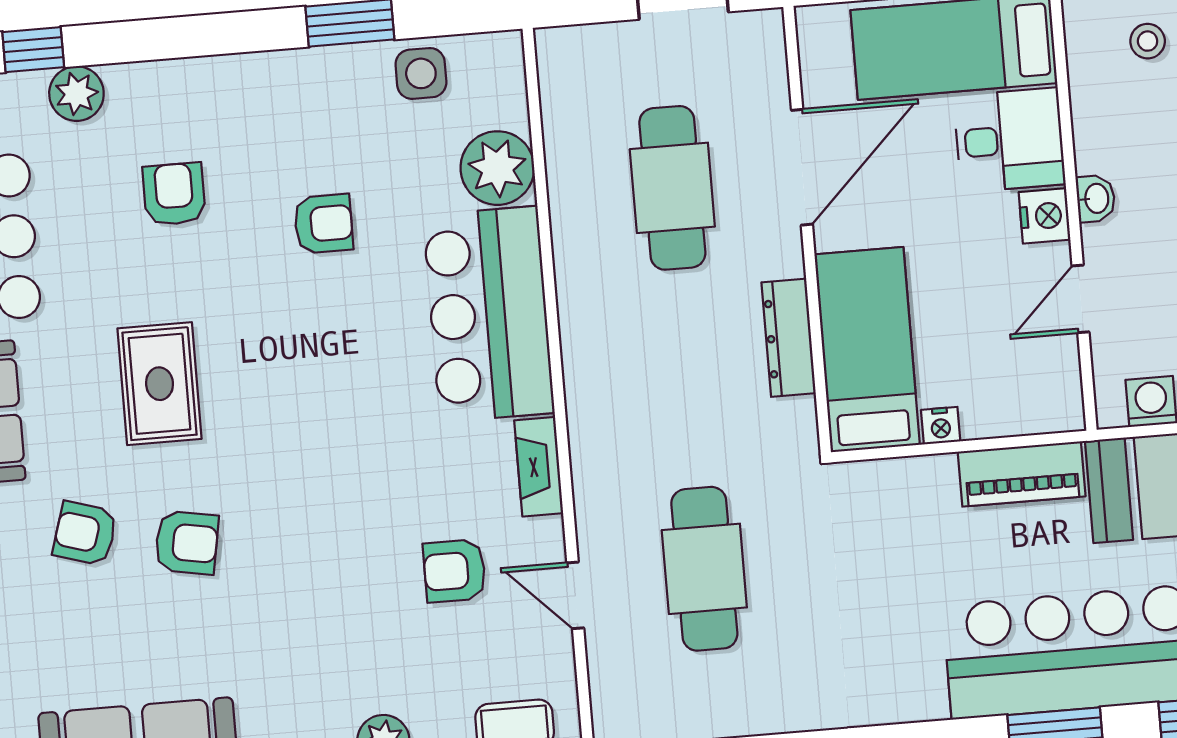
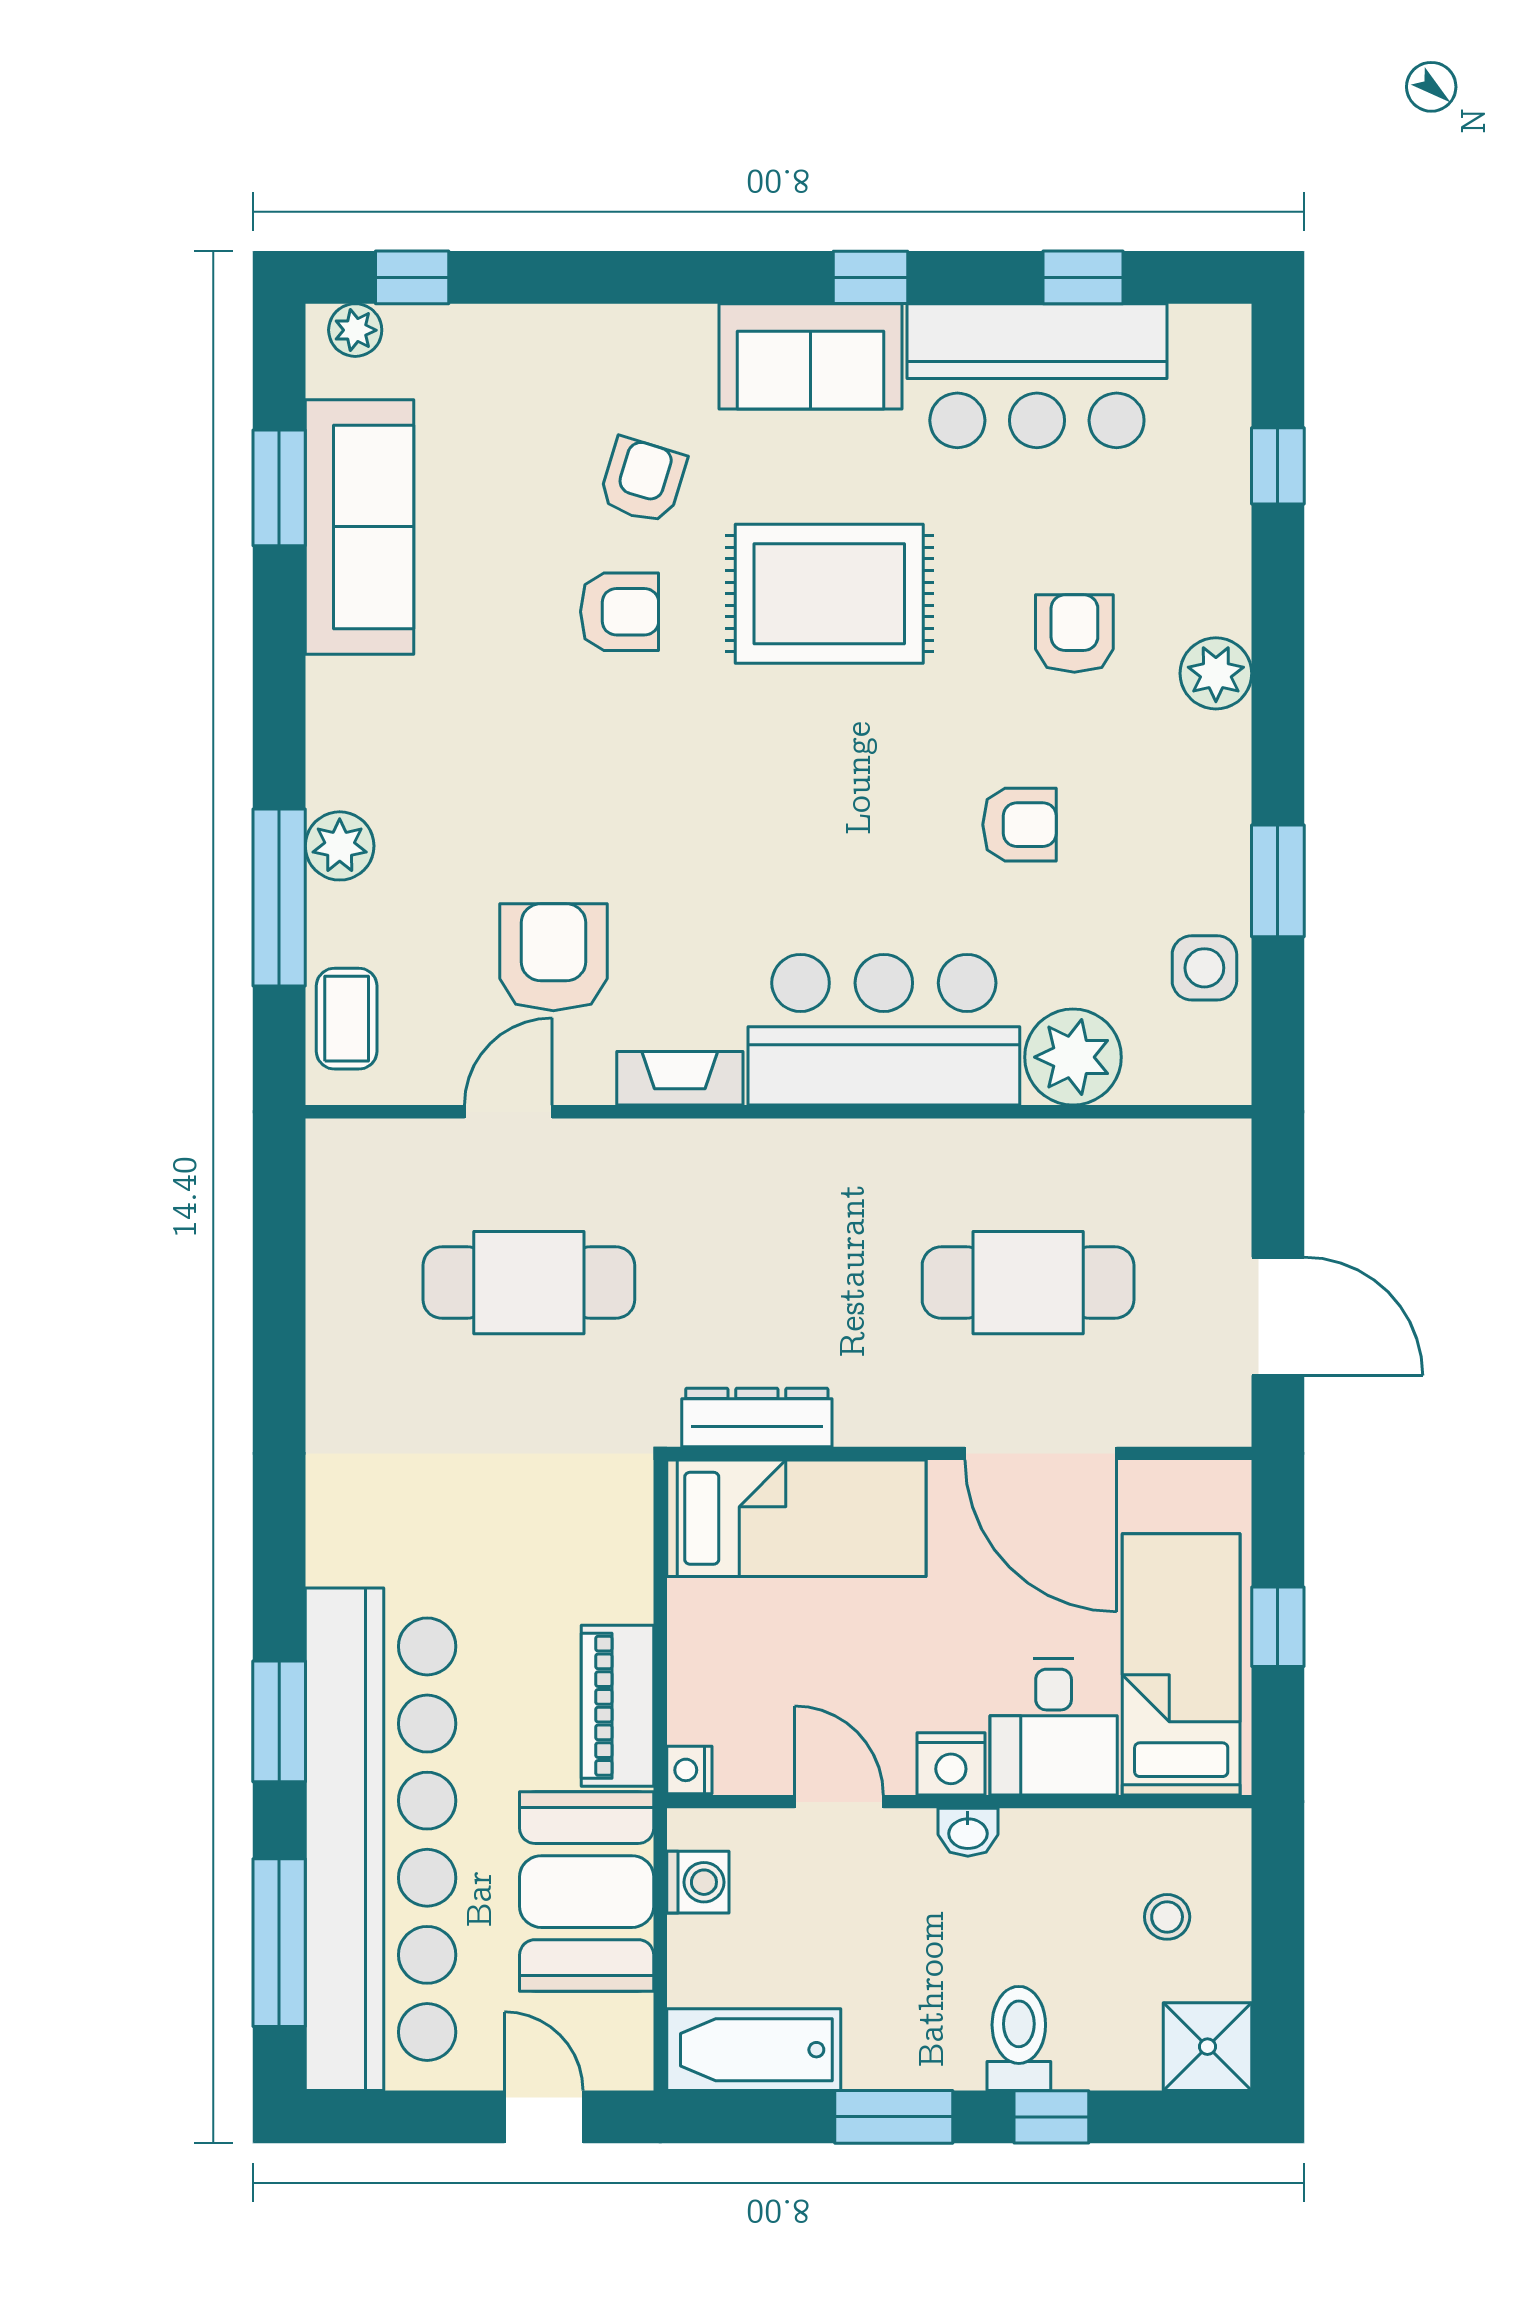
plant: (76, 94) -> (1216, 673), moved
armchair: (174, 194) -> (1074, 634), turned -90
armchair: (323, 224) -> (1020, 825), turned -90
dresser: (789, 338) -> (757, 1417), moved
rug: (160, 384) -> (829, 594), width x1.36, depth x1.43
nightstand: (941, 426) -> (689, 1770), moved
armchair: (187, 543) -> (619, 612), turned -100
armchair: (455, 571) -> (553, 957), width x1.38, depth x1.38

